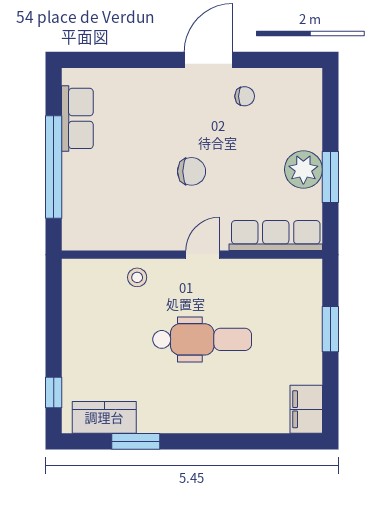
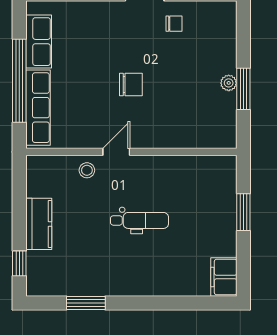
plant: (303, 170) -> (229, 83), width x0.53, depth x0.53
row of seats: (276, 236) -> (38, 108), moved, turned 90
door: (203, 255) -> (116, 152), moved
dental chair: (202, 339) -> (139, 220), width x0.73, depth x0.72
kitchen counter: (104, 417) -> (39, 224), moved, turned 90

